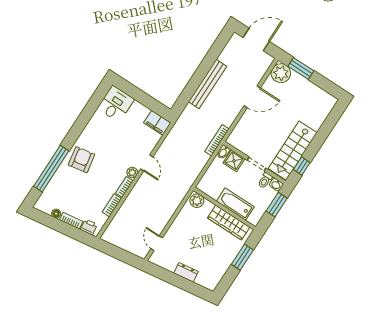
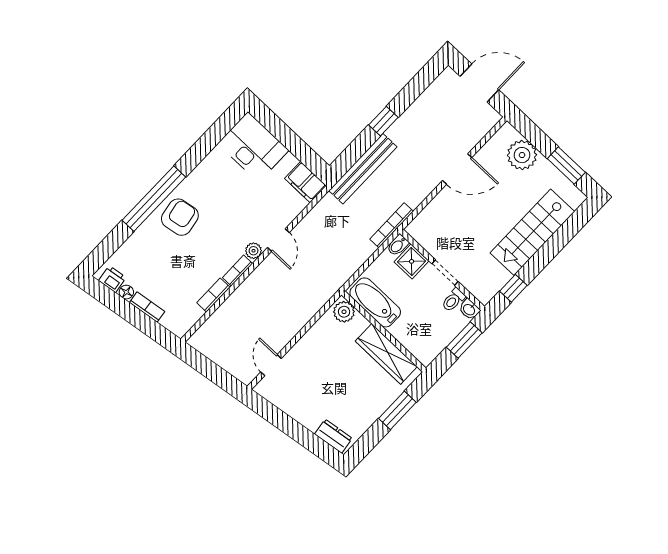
window: (301, 69) -> (566, 165), moved
plant: (281, 73) -> (522, 155), moved
window: (200, 75) -> (383, 121), added
bench: (208, 84) -> (363, 169), moved
desk: (116, 104) -> (253, 147), width x1.37
stairs: (293, 151) -> (532, 232), moved
window: (51, 169) -> (154, 199), moved
bathtub: (235, 204) -> (375, 302), moved
printer: (89, 227) -> (112, 279), moved
dresser: (186, 272) -> (333, 436), moved

